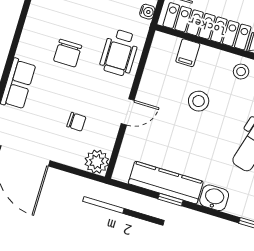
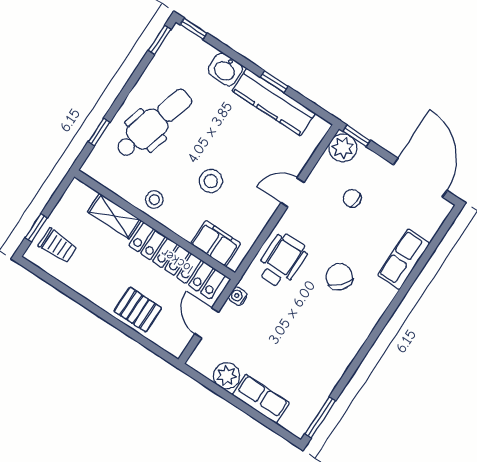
chair: (68, 53) -> (339, 277), turned -48
filing cabinet: (188, 53) -> (216, 244), width x2.00
window: (88, 175) -> (357, 136), added

